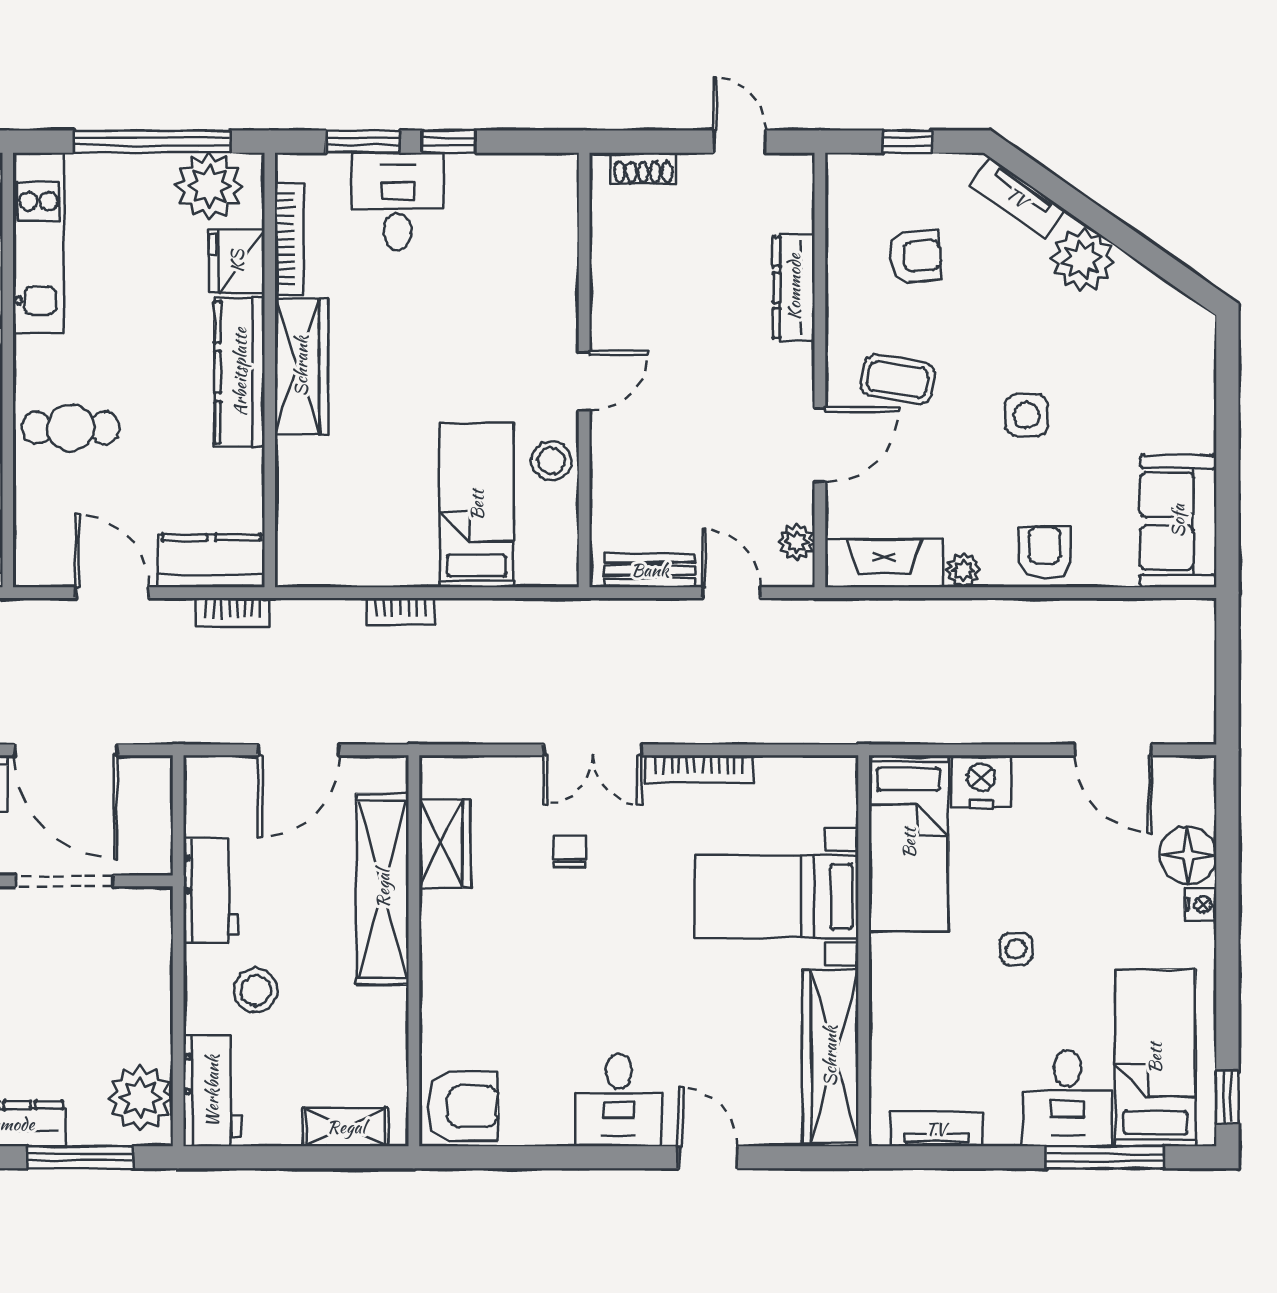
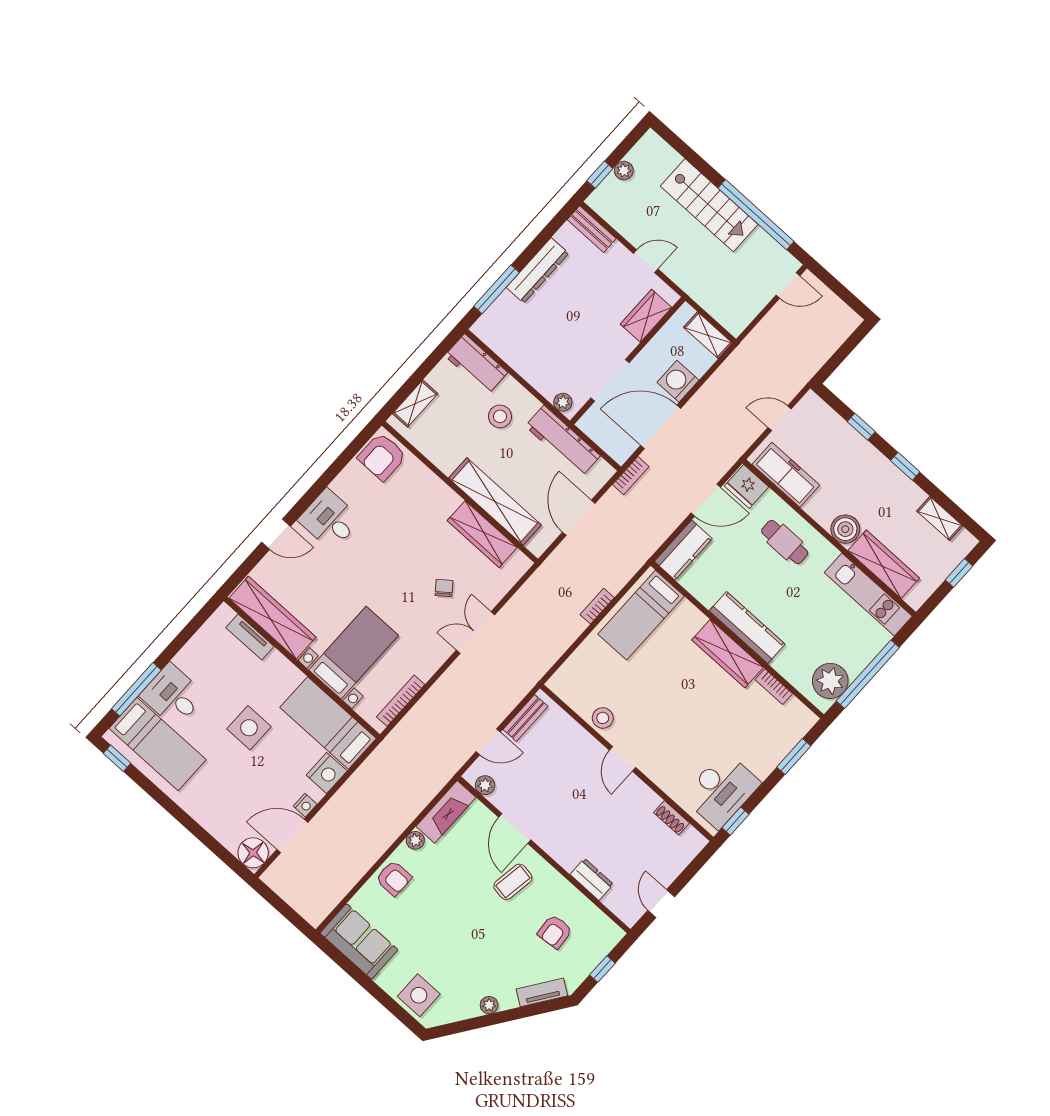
window: (449, 142) -> (736, 821), moved
door: (740, 142) -> (661, 904), swing flipped
shoe rack: (643, 168) -> (671, 818), moved, turned -90
desk: (398, 202) -> (721, 790), moved, width x1.37
bookcase: (289, 239) -> (774, 687), width x0.64
plant: (1082, 260) -> (489, 1005), width x0.53, depth x0.53
fridge: (237, 261) -> (747, 486), moved, turned 180
dresser: (794, 287) -> (592, 879), width x0.70
side table: (1027, 415) -> (419, 995), moved, width x1.37, depth x1.37
cafe table: (71, 428) -> (785, 542), turned 90
bed: (477, 505) -> (641, 615), moved, turned 90
bookcase: (233, 612) -> (631, 476), moved, turned 180
bookcase: (699, 769) -> (401, 701), moved
wardrobe: (445, 844) -> (482, 534), width x1.50
chair: (570, 851) -> (444, 588), turned -128
floor lamp: (1188, 855) -> (253, 853), moved
workbench: (211, 890) -> (563, 441), width x1.38
nightstand: (1201, 904) -> (305, 805), moved, turned -90
side table: (1016, 949) -> (249, 728), width x1.87, depth x1.87
plant: (140, 1098) -> (563, 402), moved, width x0.53, depth x0.53
tv unit: (936, 1129) -> (250, 637), moved, turned 90

